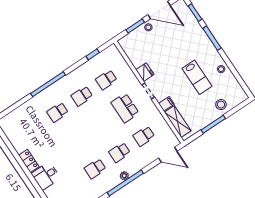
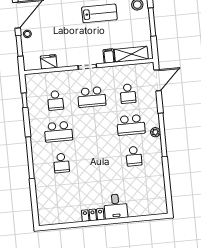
fridge: (145, 72) -> (49, 62), moved
school desk: (82, 96) -> (58, 132), width x1.85
school desk: (119, 152) -> (131, 125), width x1.85

